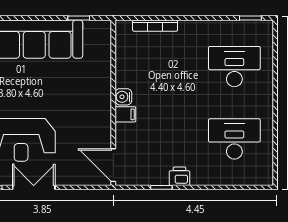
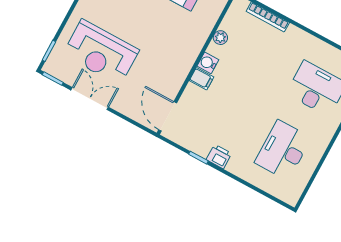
plant: (122, 68) -> (220, 38), added
desk: (234, 139) -> (283, 150), turned -90

